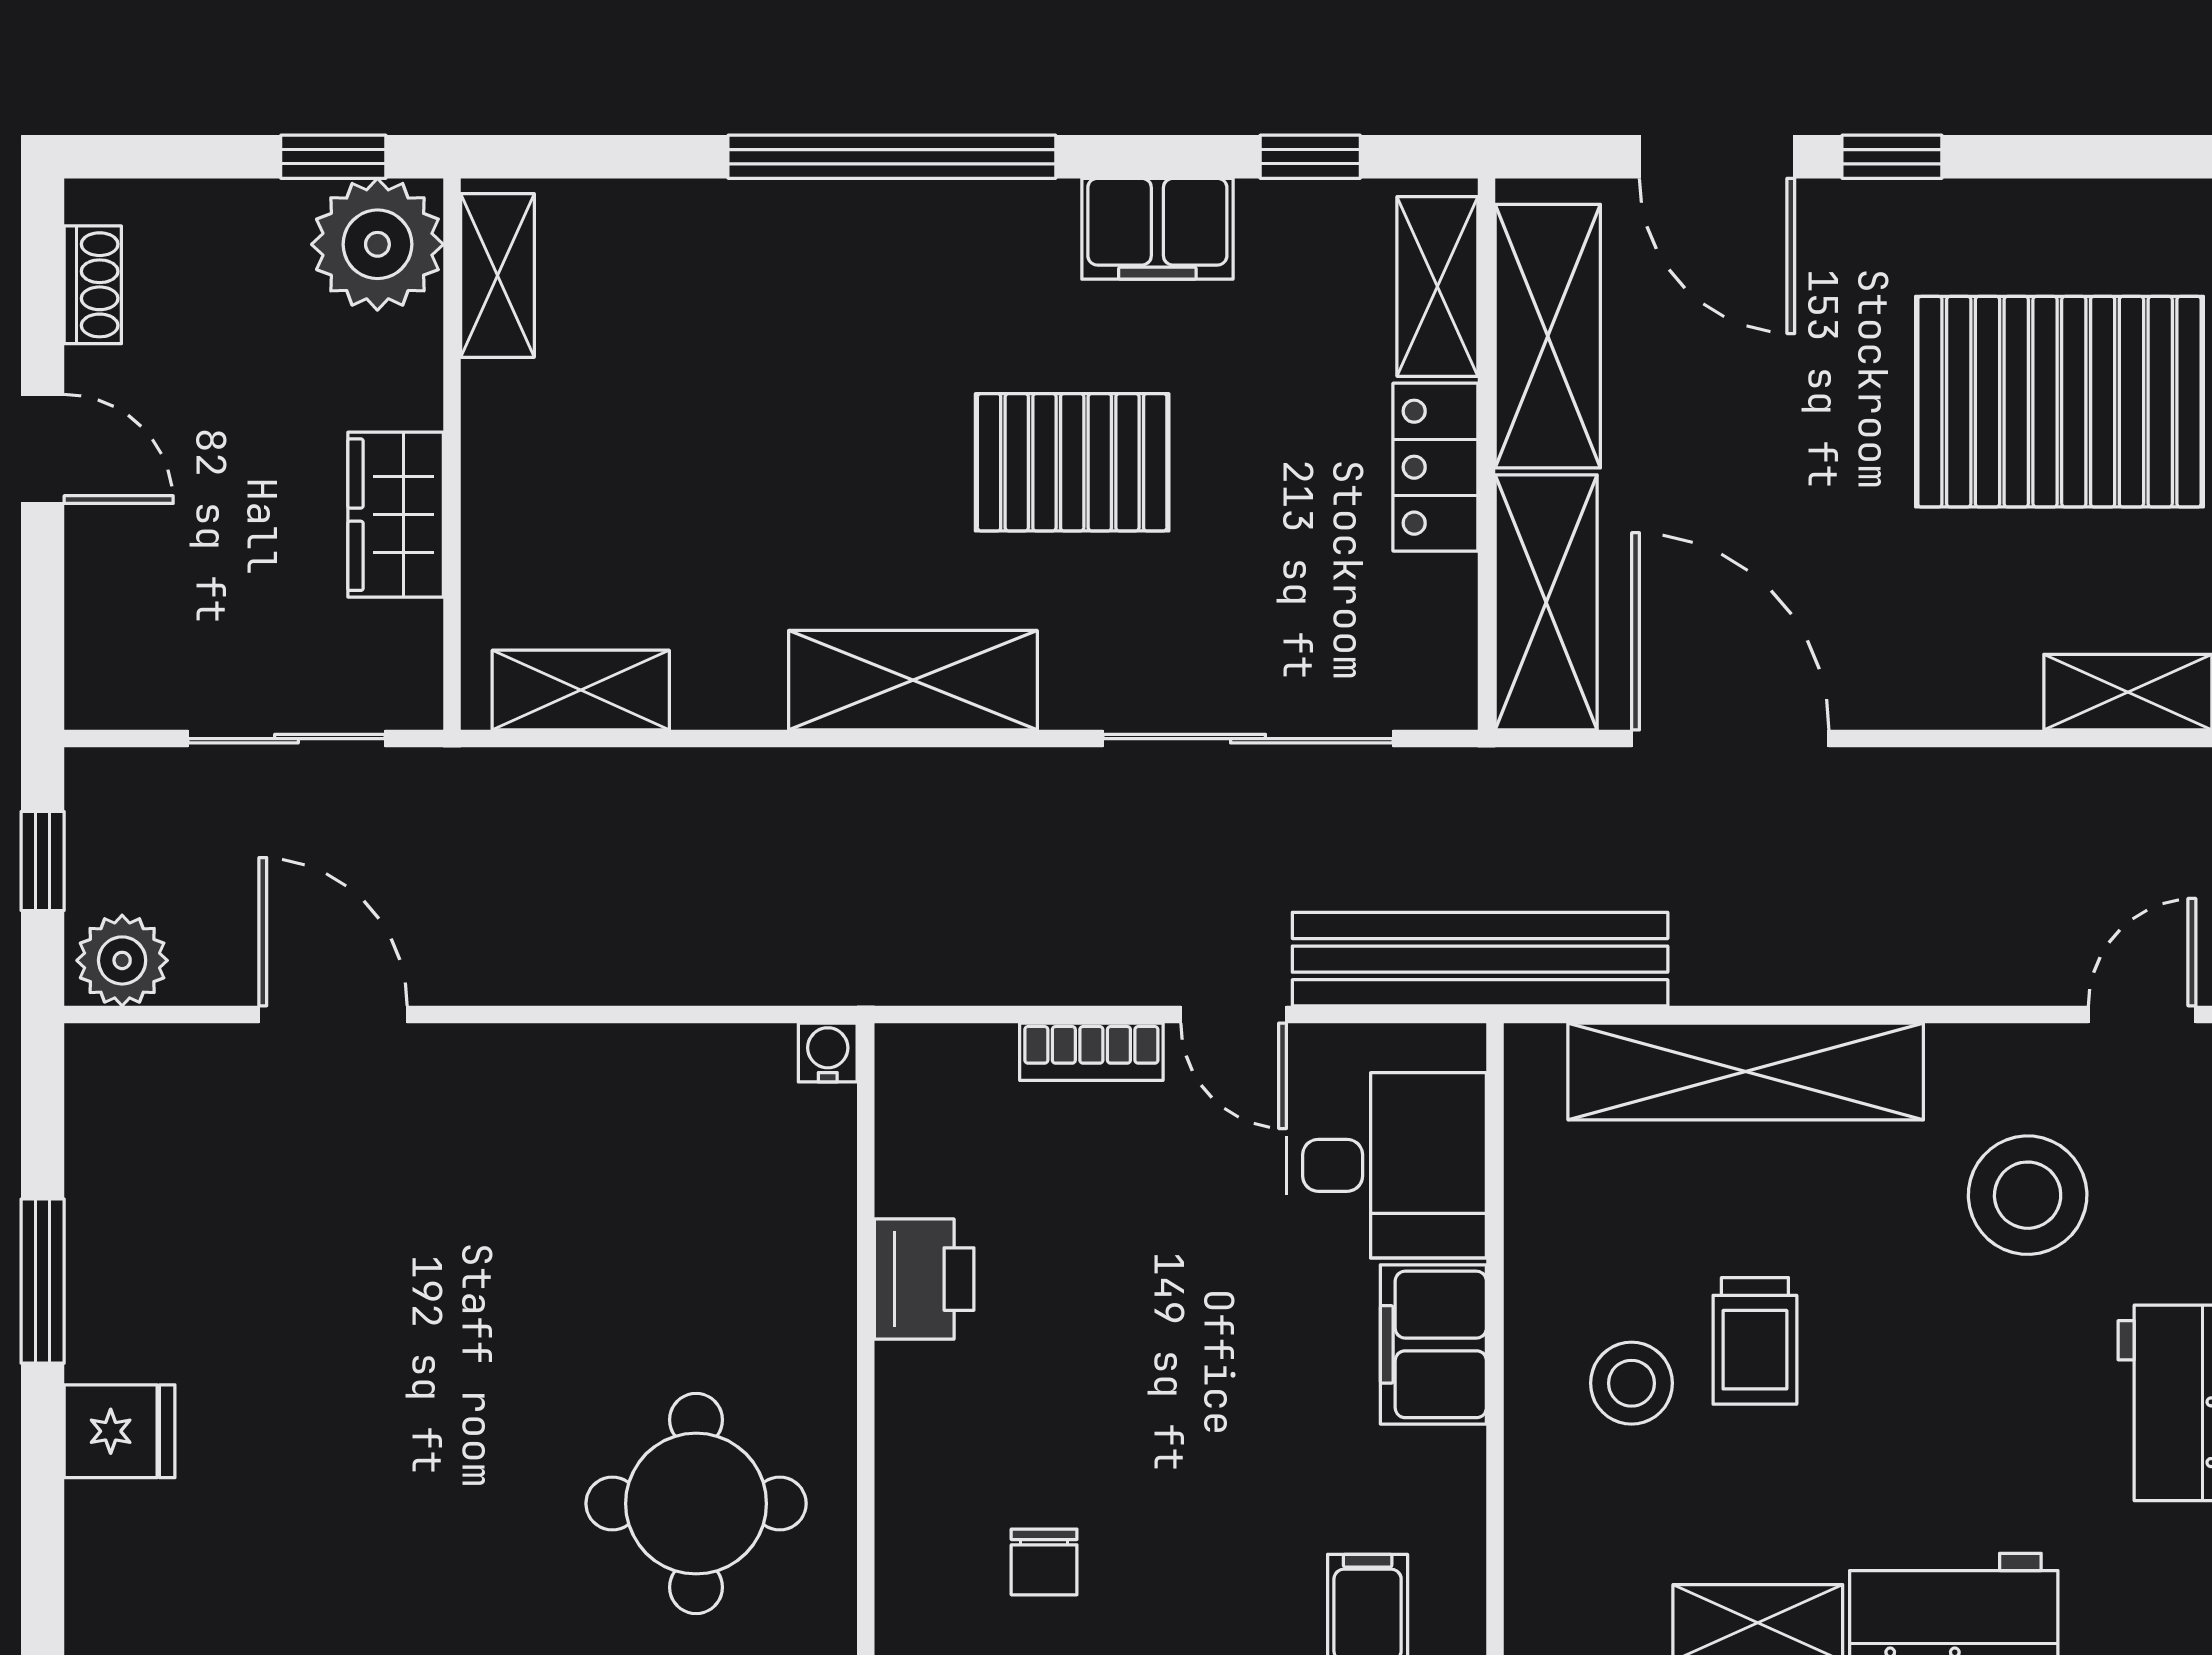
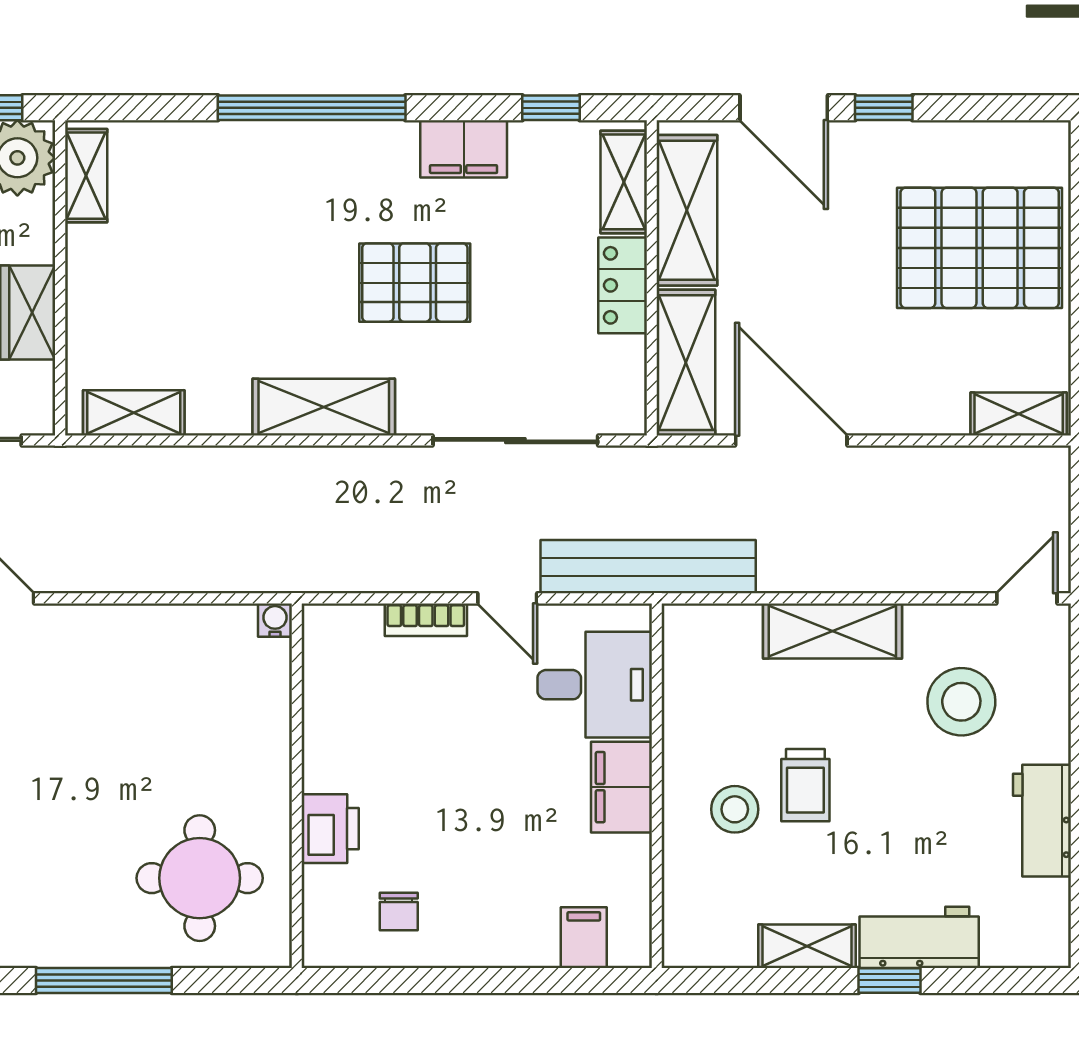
shelving: (1746, 1072) -> (832, 631), width x0.68
printer: (924, 1279) -> (330, 829), moved

